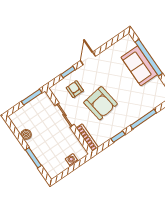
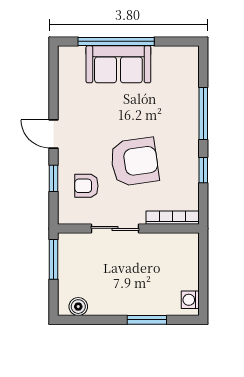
boiler: (26, 134) -> (78, 307), moved
washing machine: (72, 160) -> (190, 300), moved

